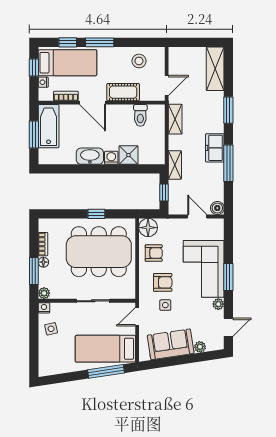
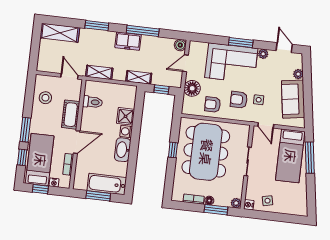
bathtub: (49, 126) -> (107, 184), moved
floor lamp: (148, 228) -> (192, 88), moved
armchair: (154, 253) -> (213, 105), turned -90
armchair: (163, 282) -> (239, 100), turned -90

